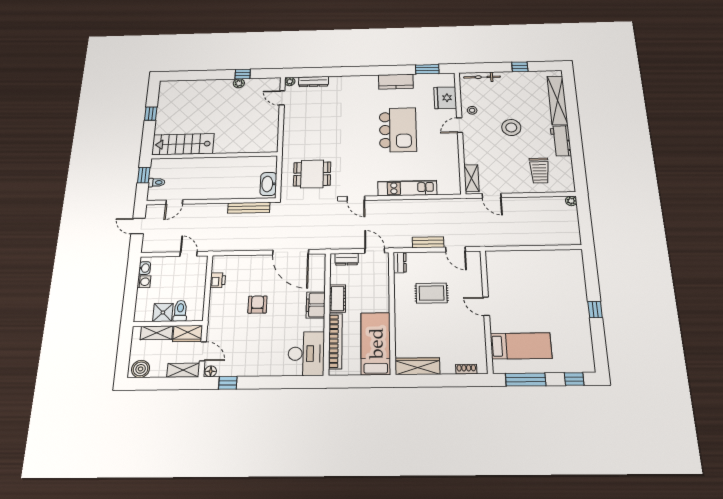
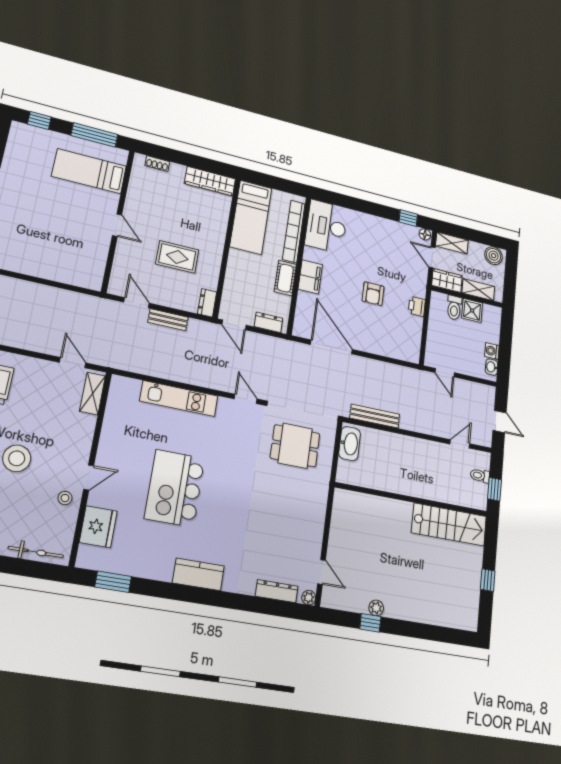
kitchen counter: (396, 82) -> (198, 574), moved
printer: (218, 280) -> (417, 306), moved

